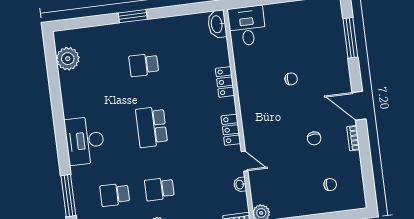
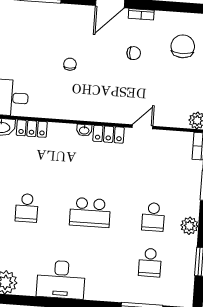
locker: (225, 82) -> (32, 129), moved
desk: (85, 141) -> (61, 279), moved
washbasin: (240, 184) -> (84, 130), moved
chair: (330, 185) -> (183, 46), width x1.87, depth x1.87

